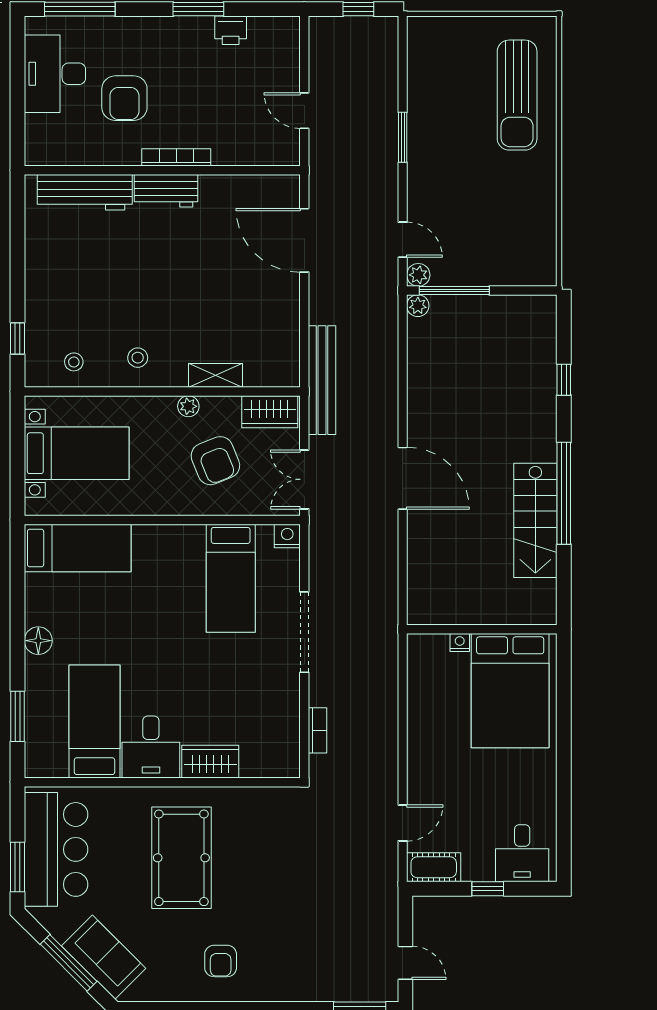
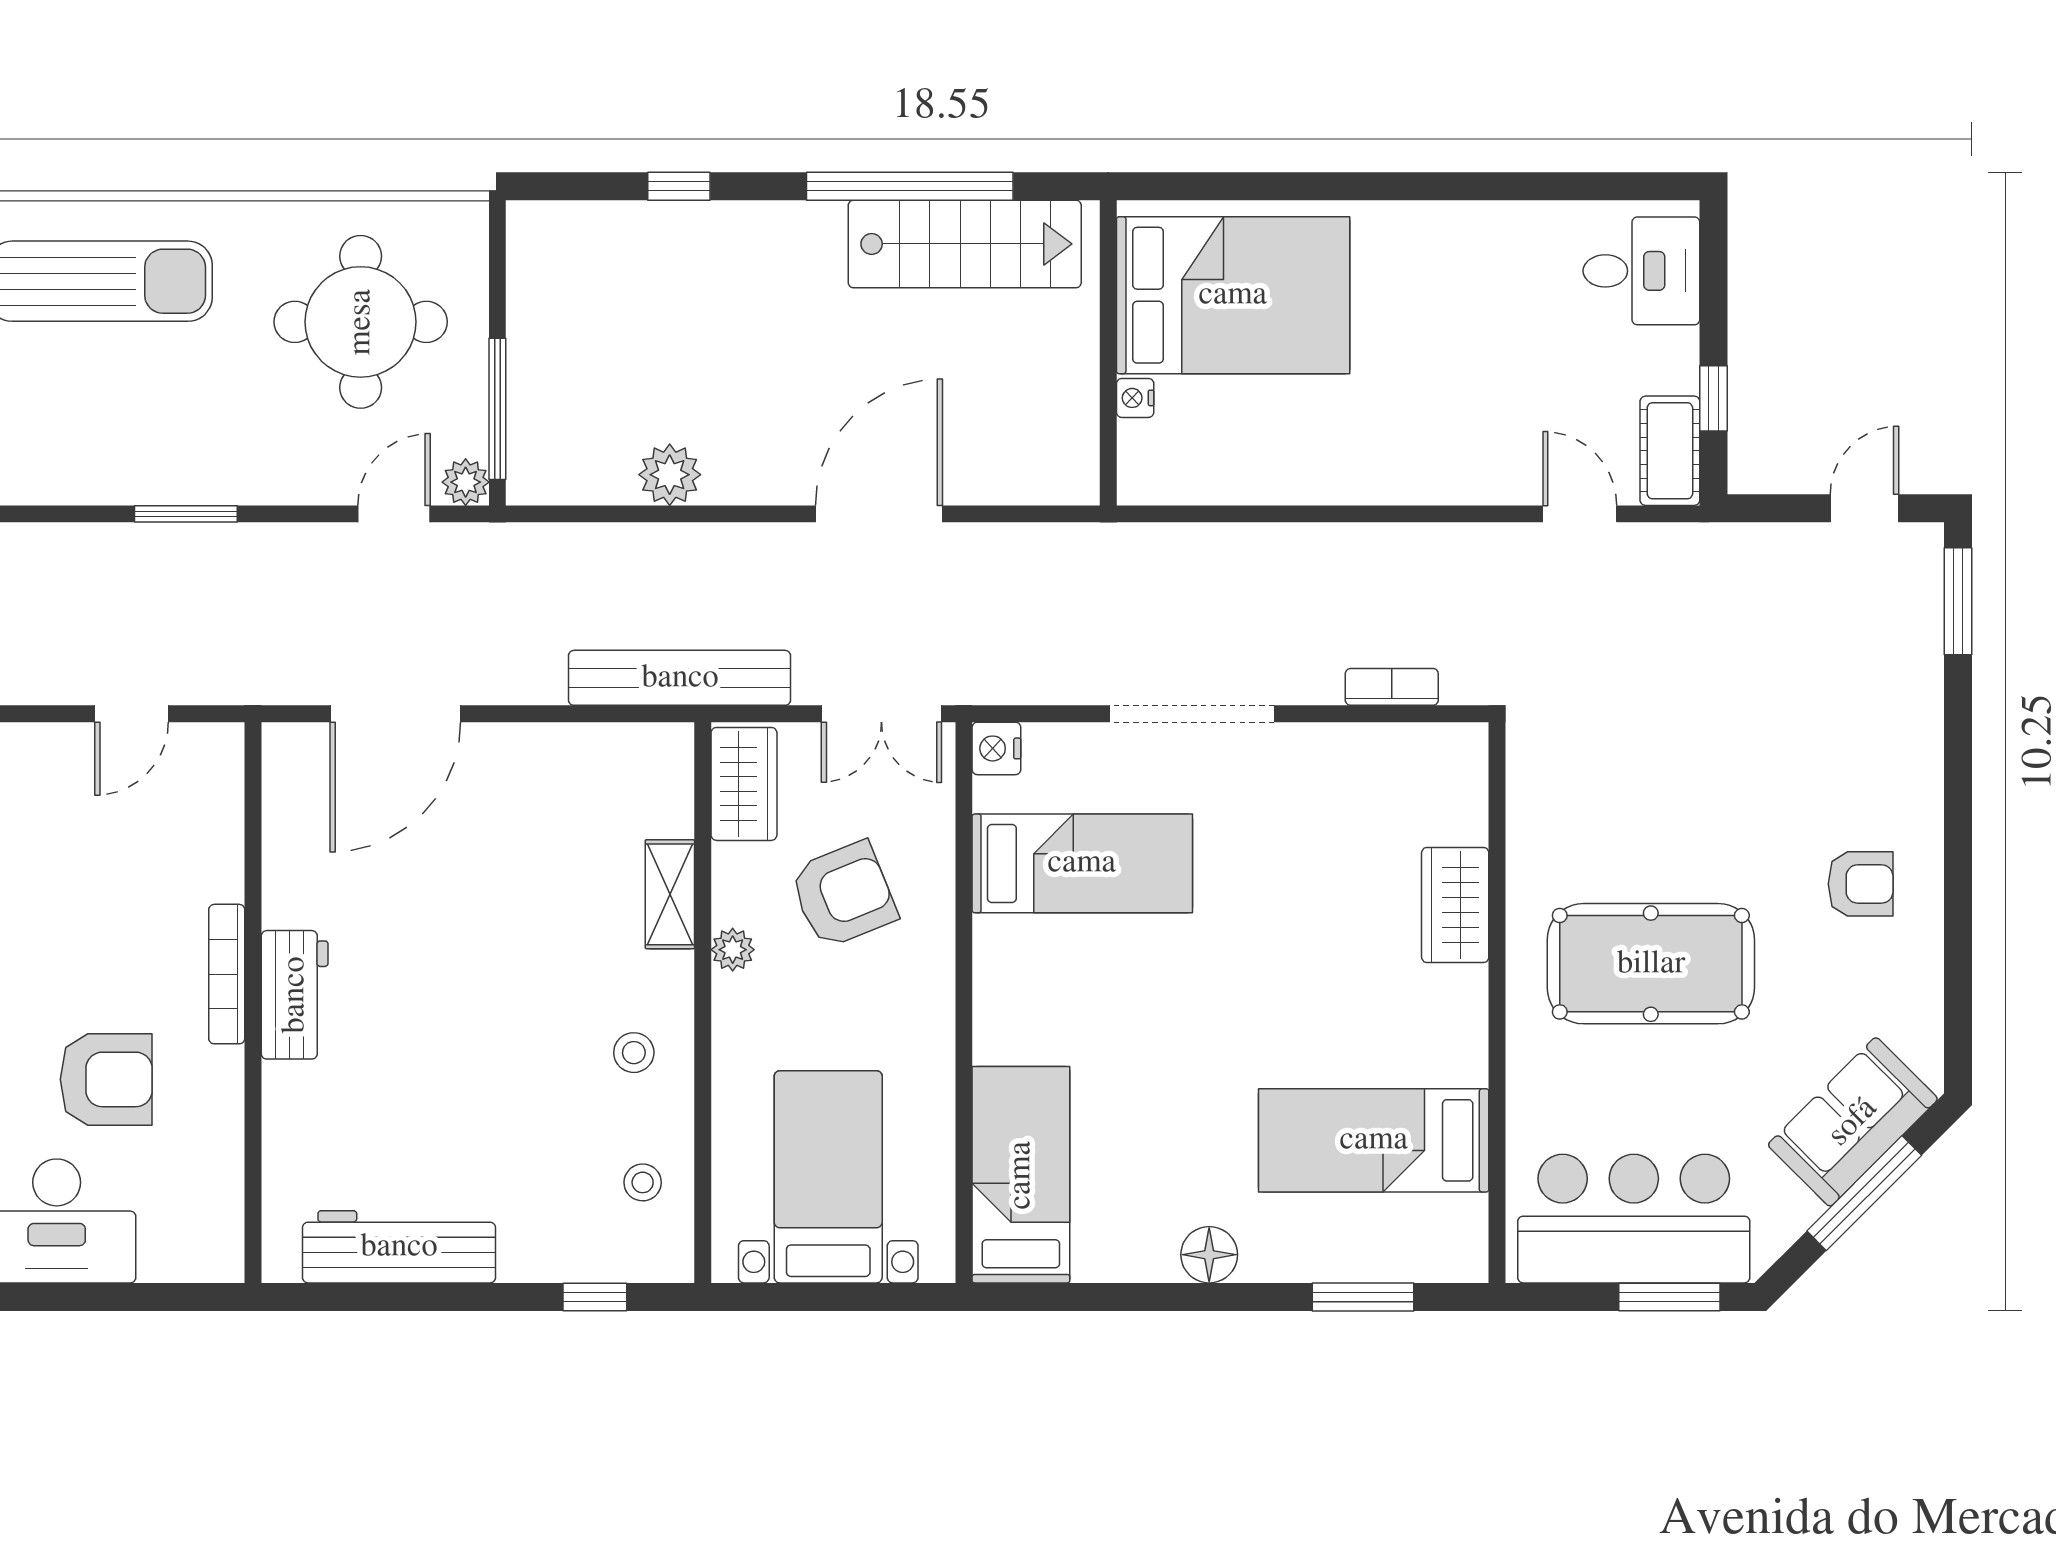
workbench: (85, 192) -> (399, 1247), moved, turned -90
round table: (497, 223) -> (361, 322), added
plant: (418, 306) -> (670, 475), moved, width x1.38, depth x1.38
wall: (482, 629) -> (1108, 353), moved
nightstand: (460, 642) -> (1135, 398), moved
bed: (510, 691) -> (1233, 295), moved
desk: (151, 747) -> (1426, 1026), removed
window: (488, 889) -> (1714, 398), moved

